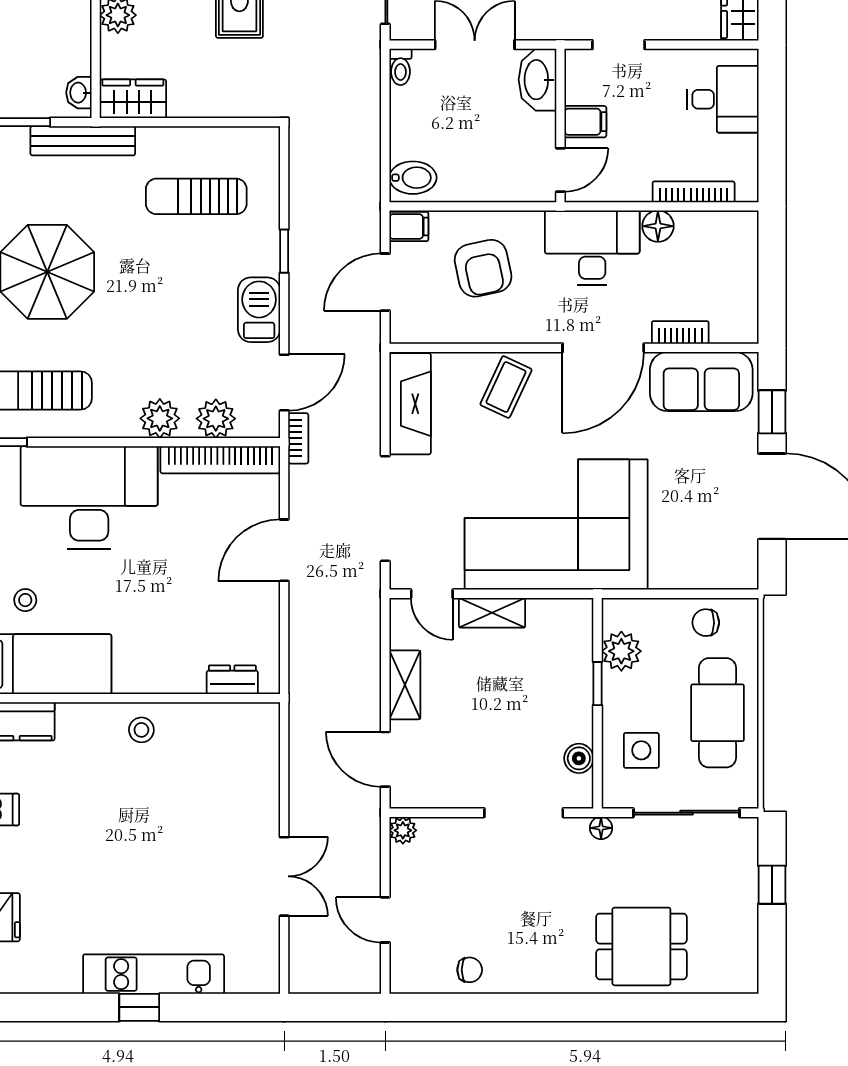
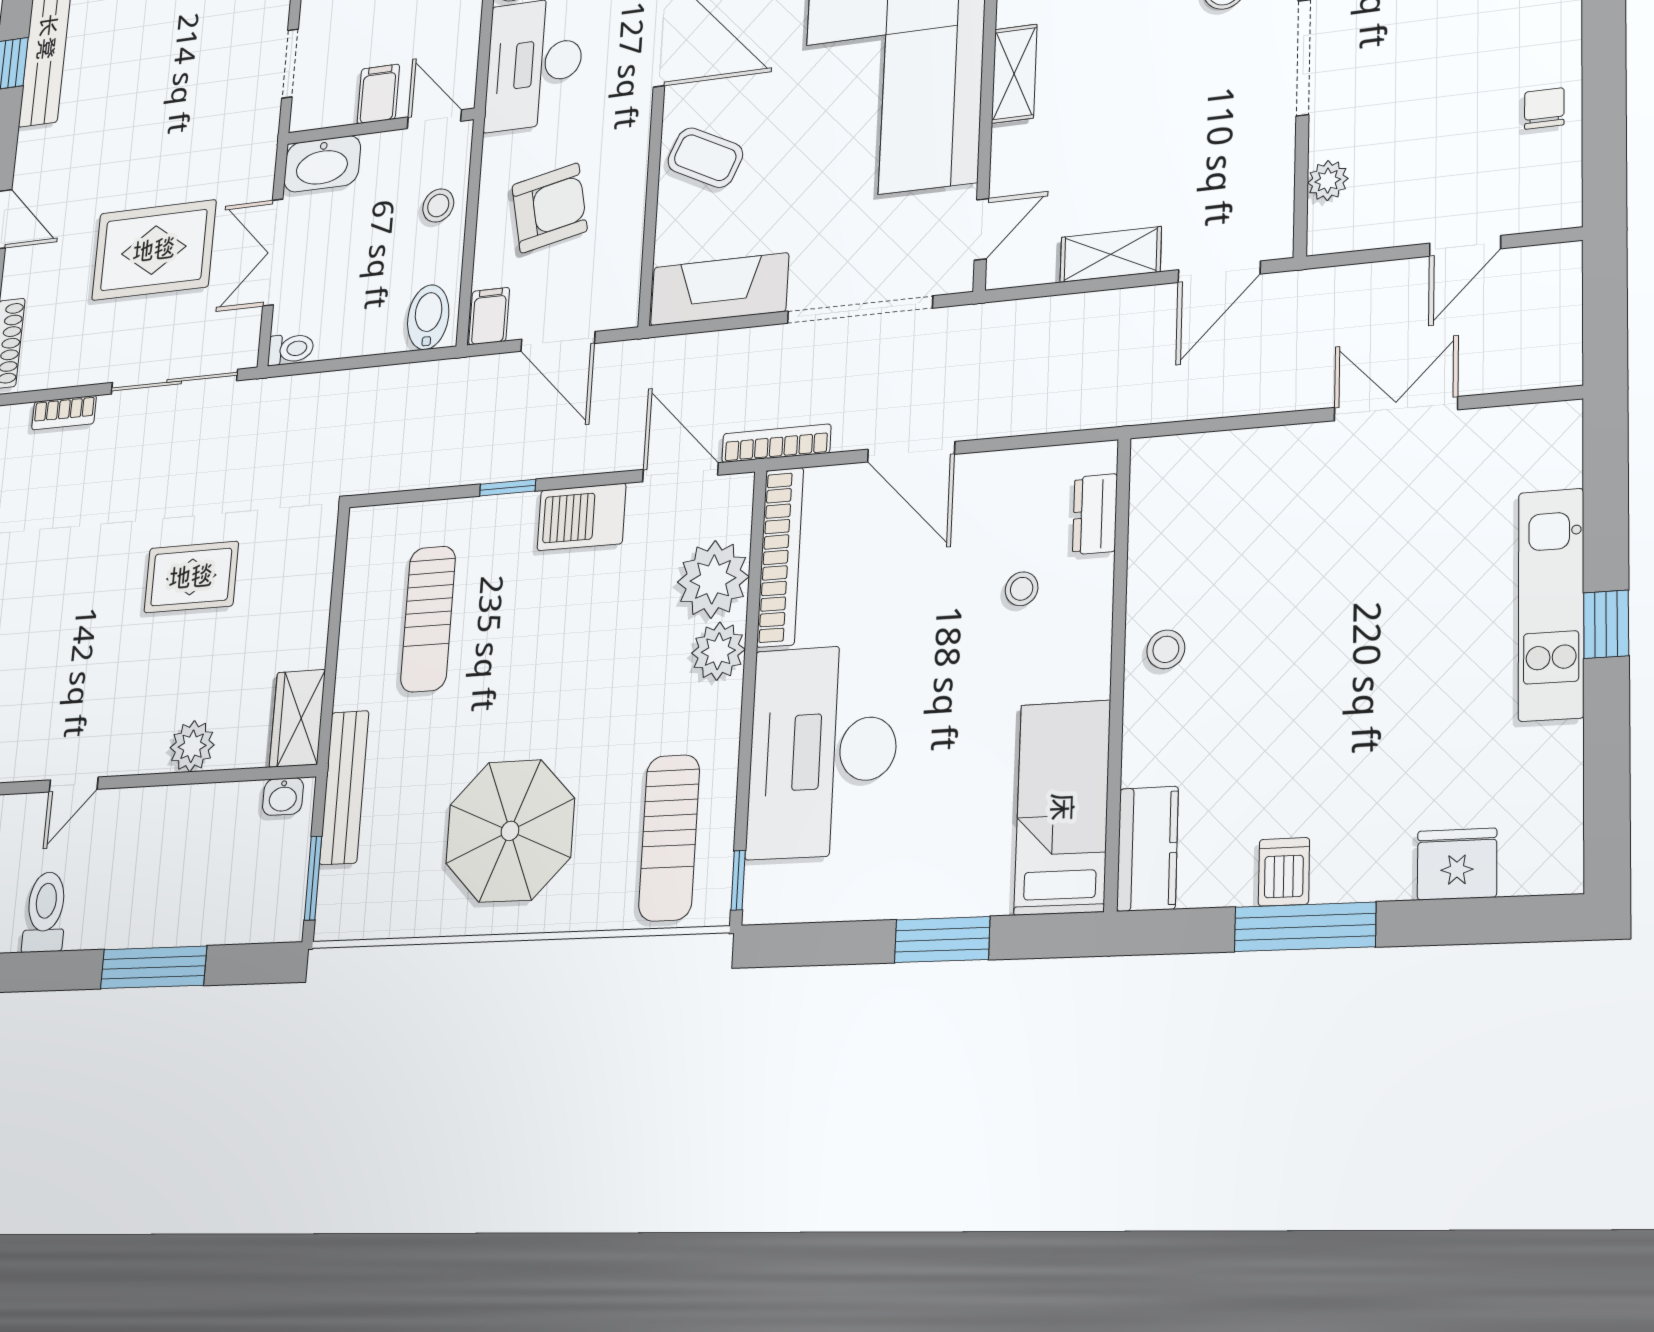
stool: (495, 179) -> (438, 206), added
plant: (216, 419) -> (713, 579), width x1.36, depth x1.36
bookcase: (298, 438) -> (776, 443), width x1.56
stool: (25, 600) -> (1022, 589), moved
shelving: (492, 613) -> (1014, 74), moved
plant: (403, 830) -> (1328, 181), moved

